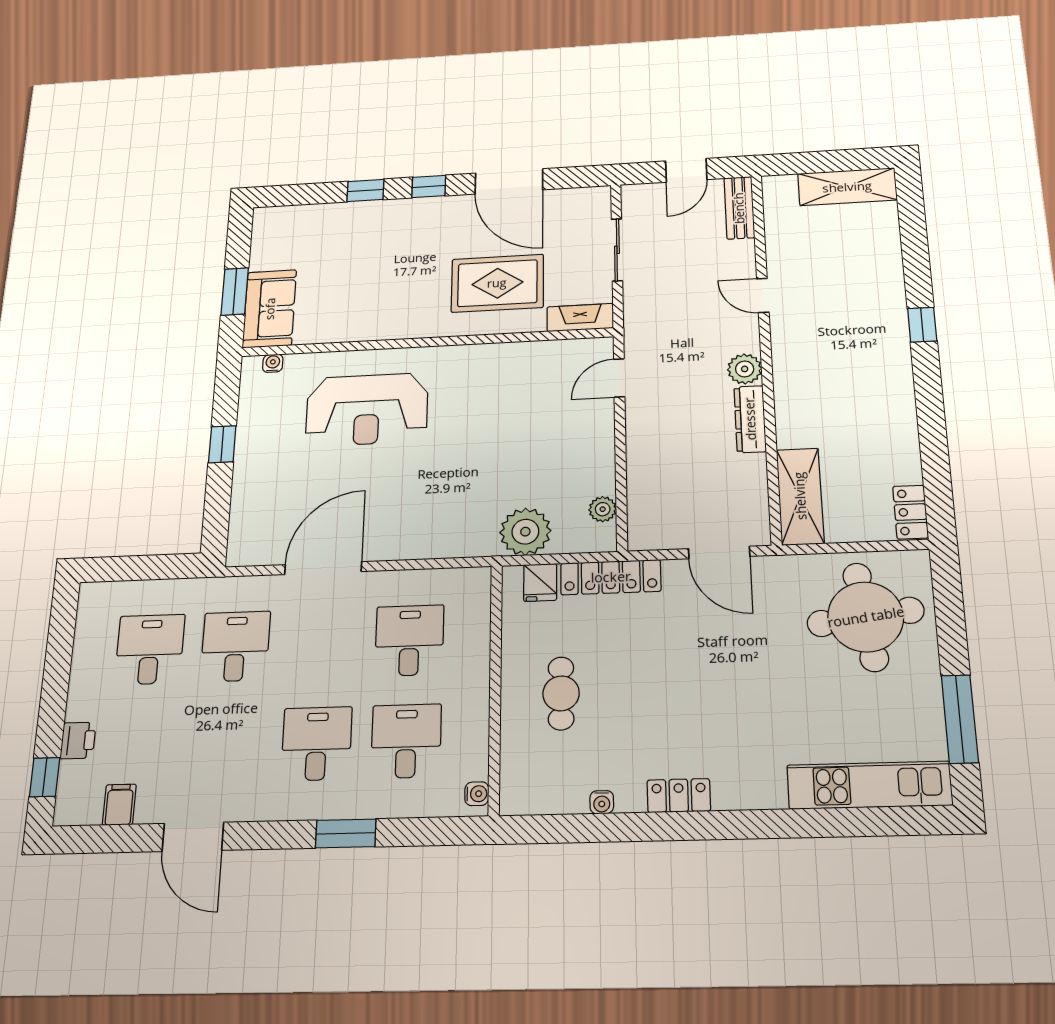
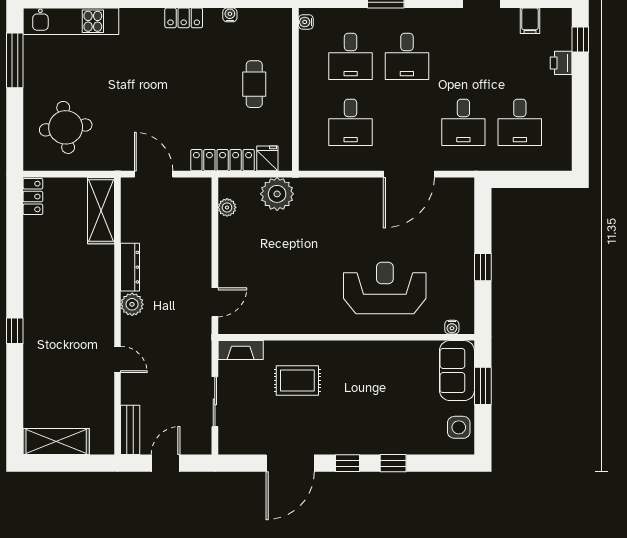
door: (509, 181) -> (290, 463), swing flipped
side table: (272, 239) -> (459, 427), added
rug: (497, 283) -> (297, 381), width x0.73, depth x0.70
round table: (866, 617) -> (66, 127), width x0.73, depth x0.73

